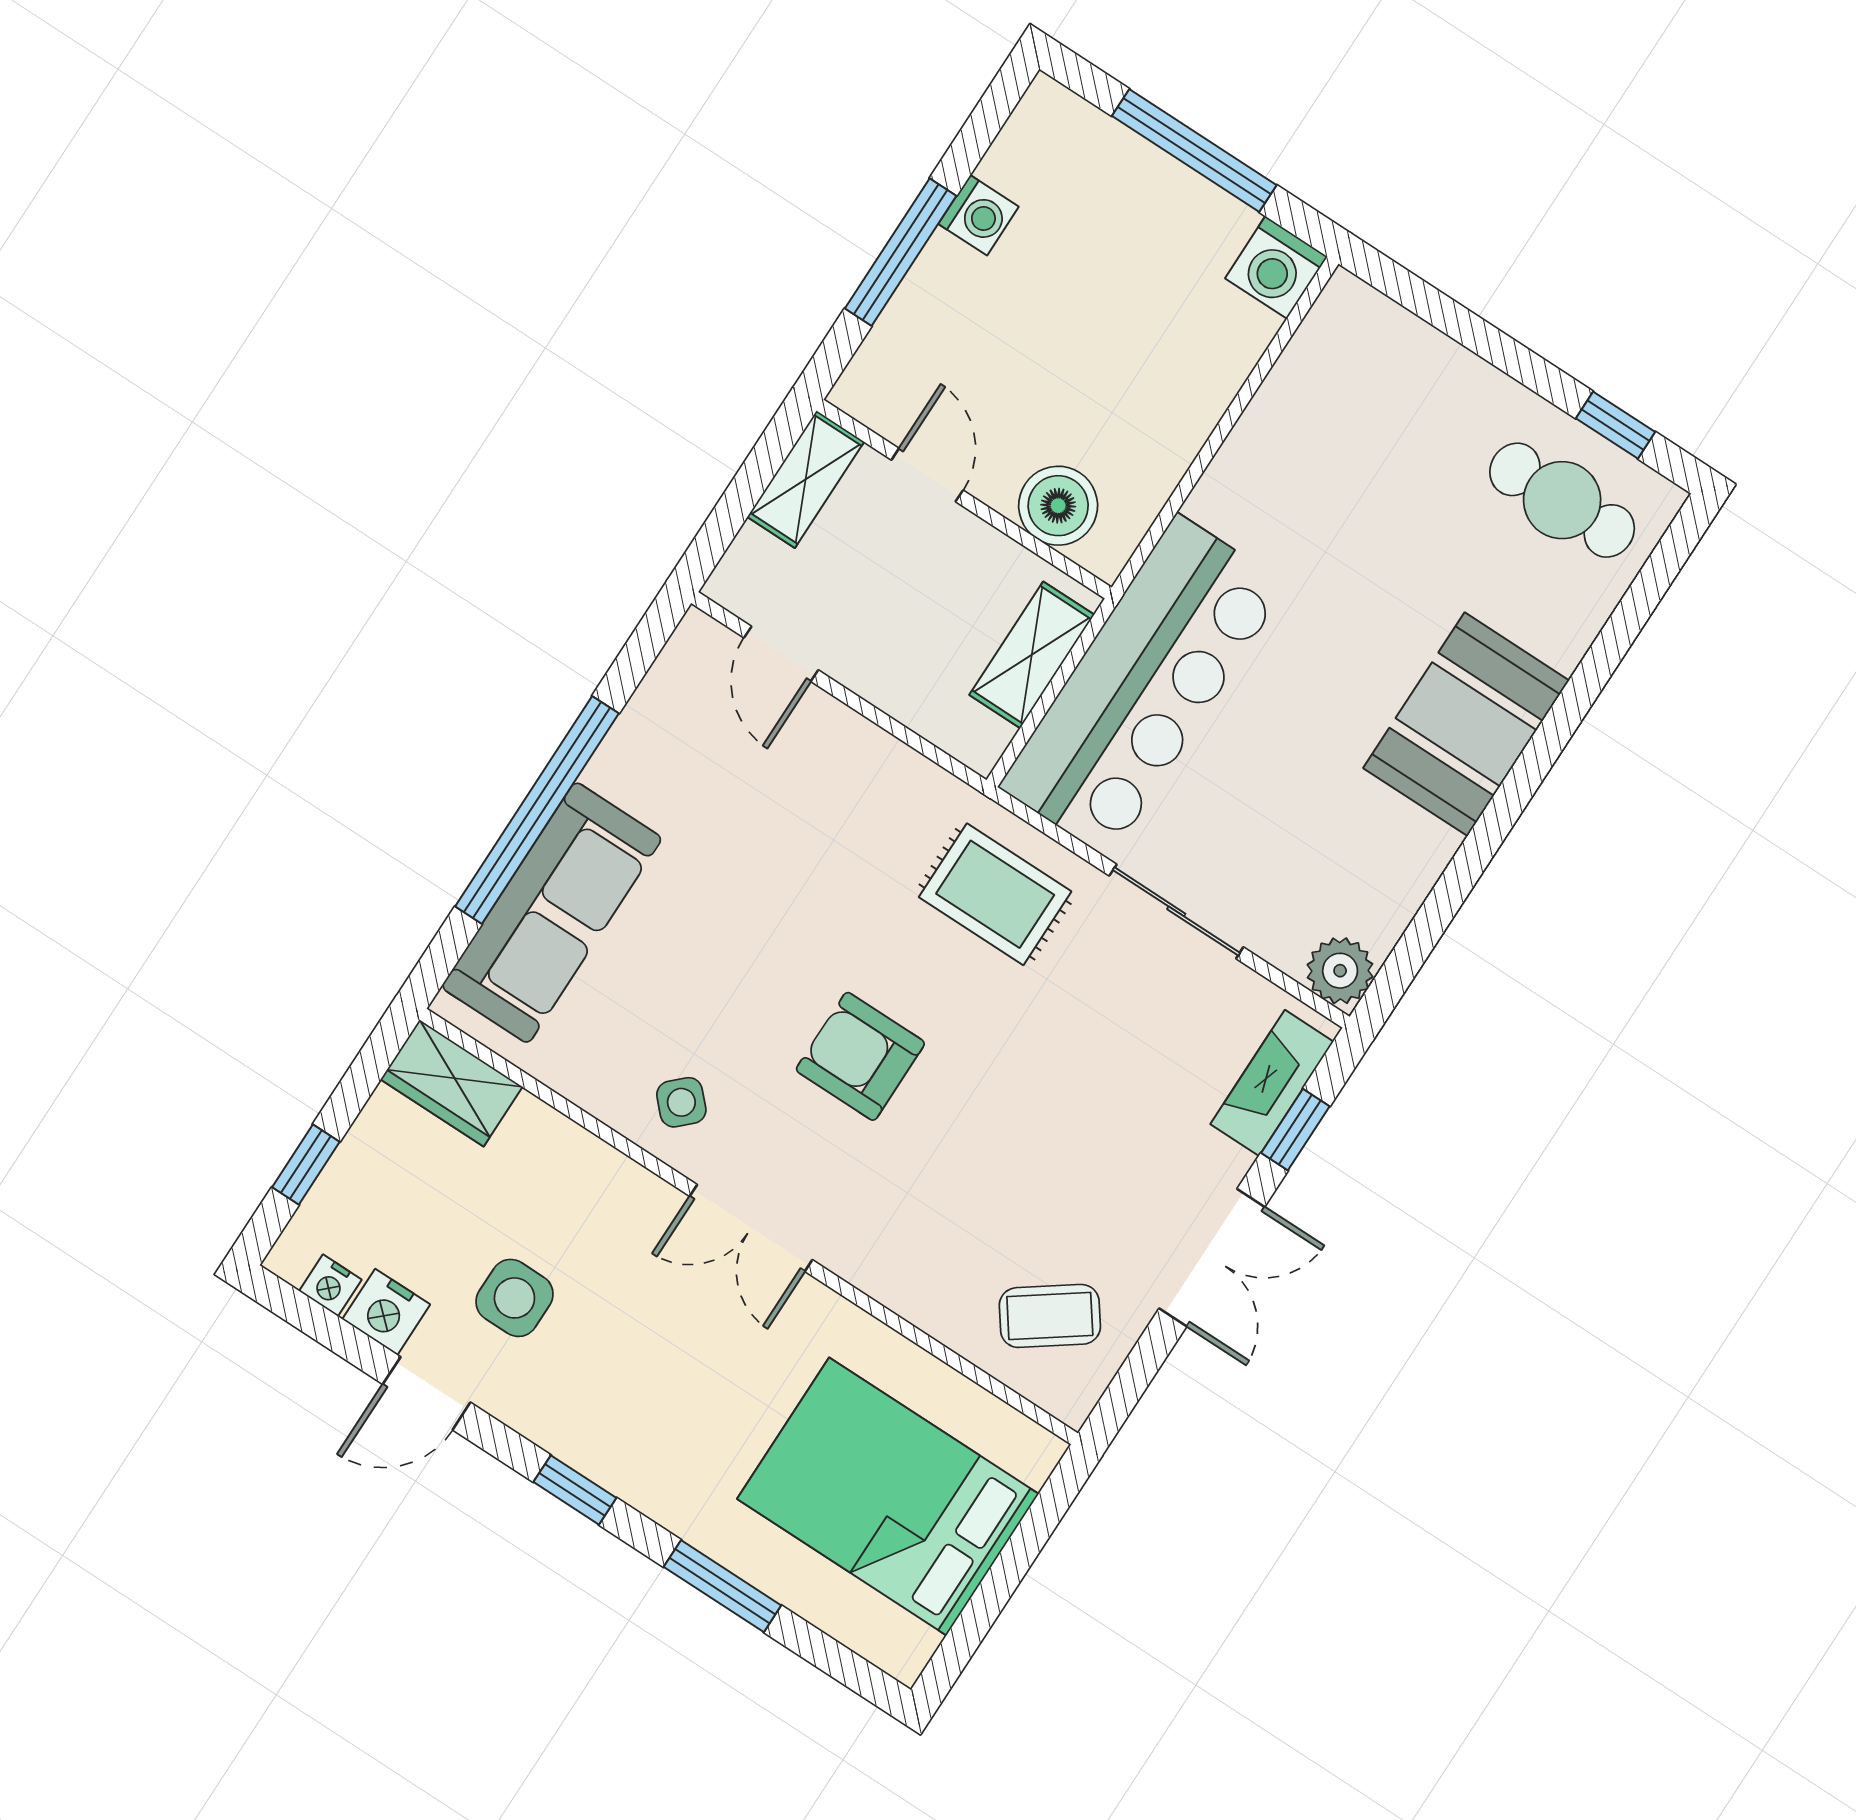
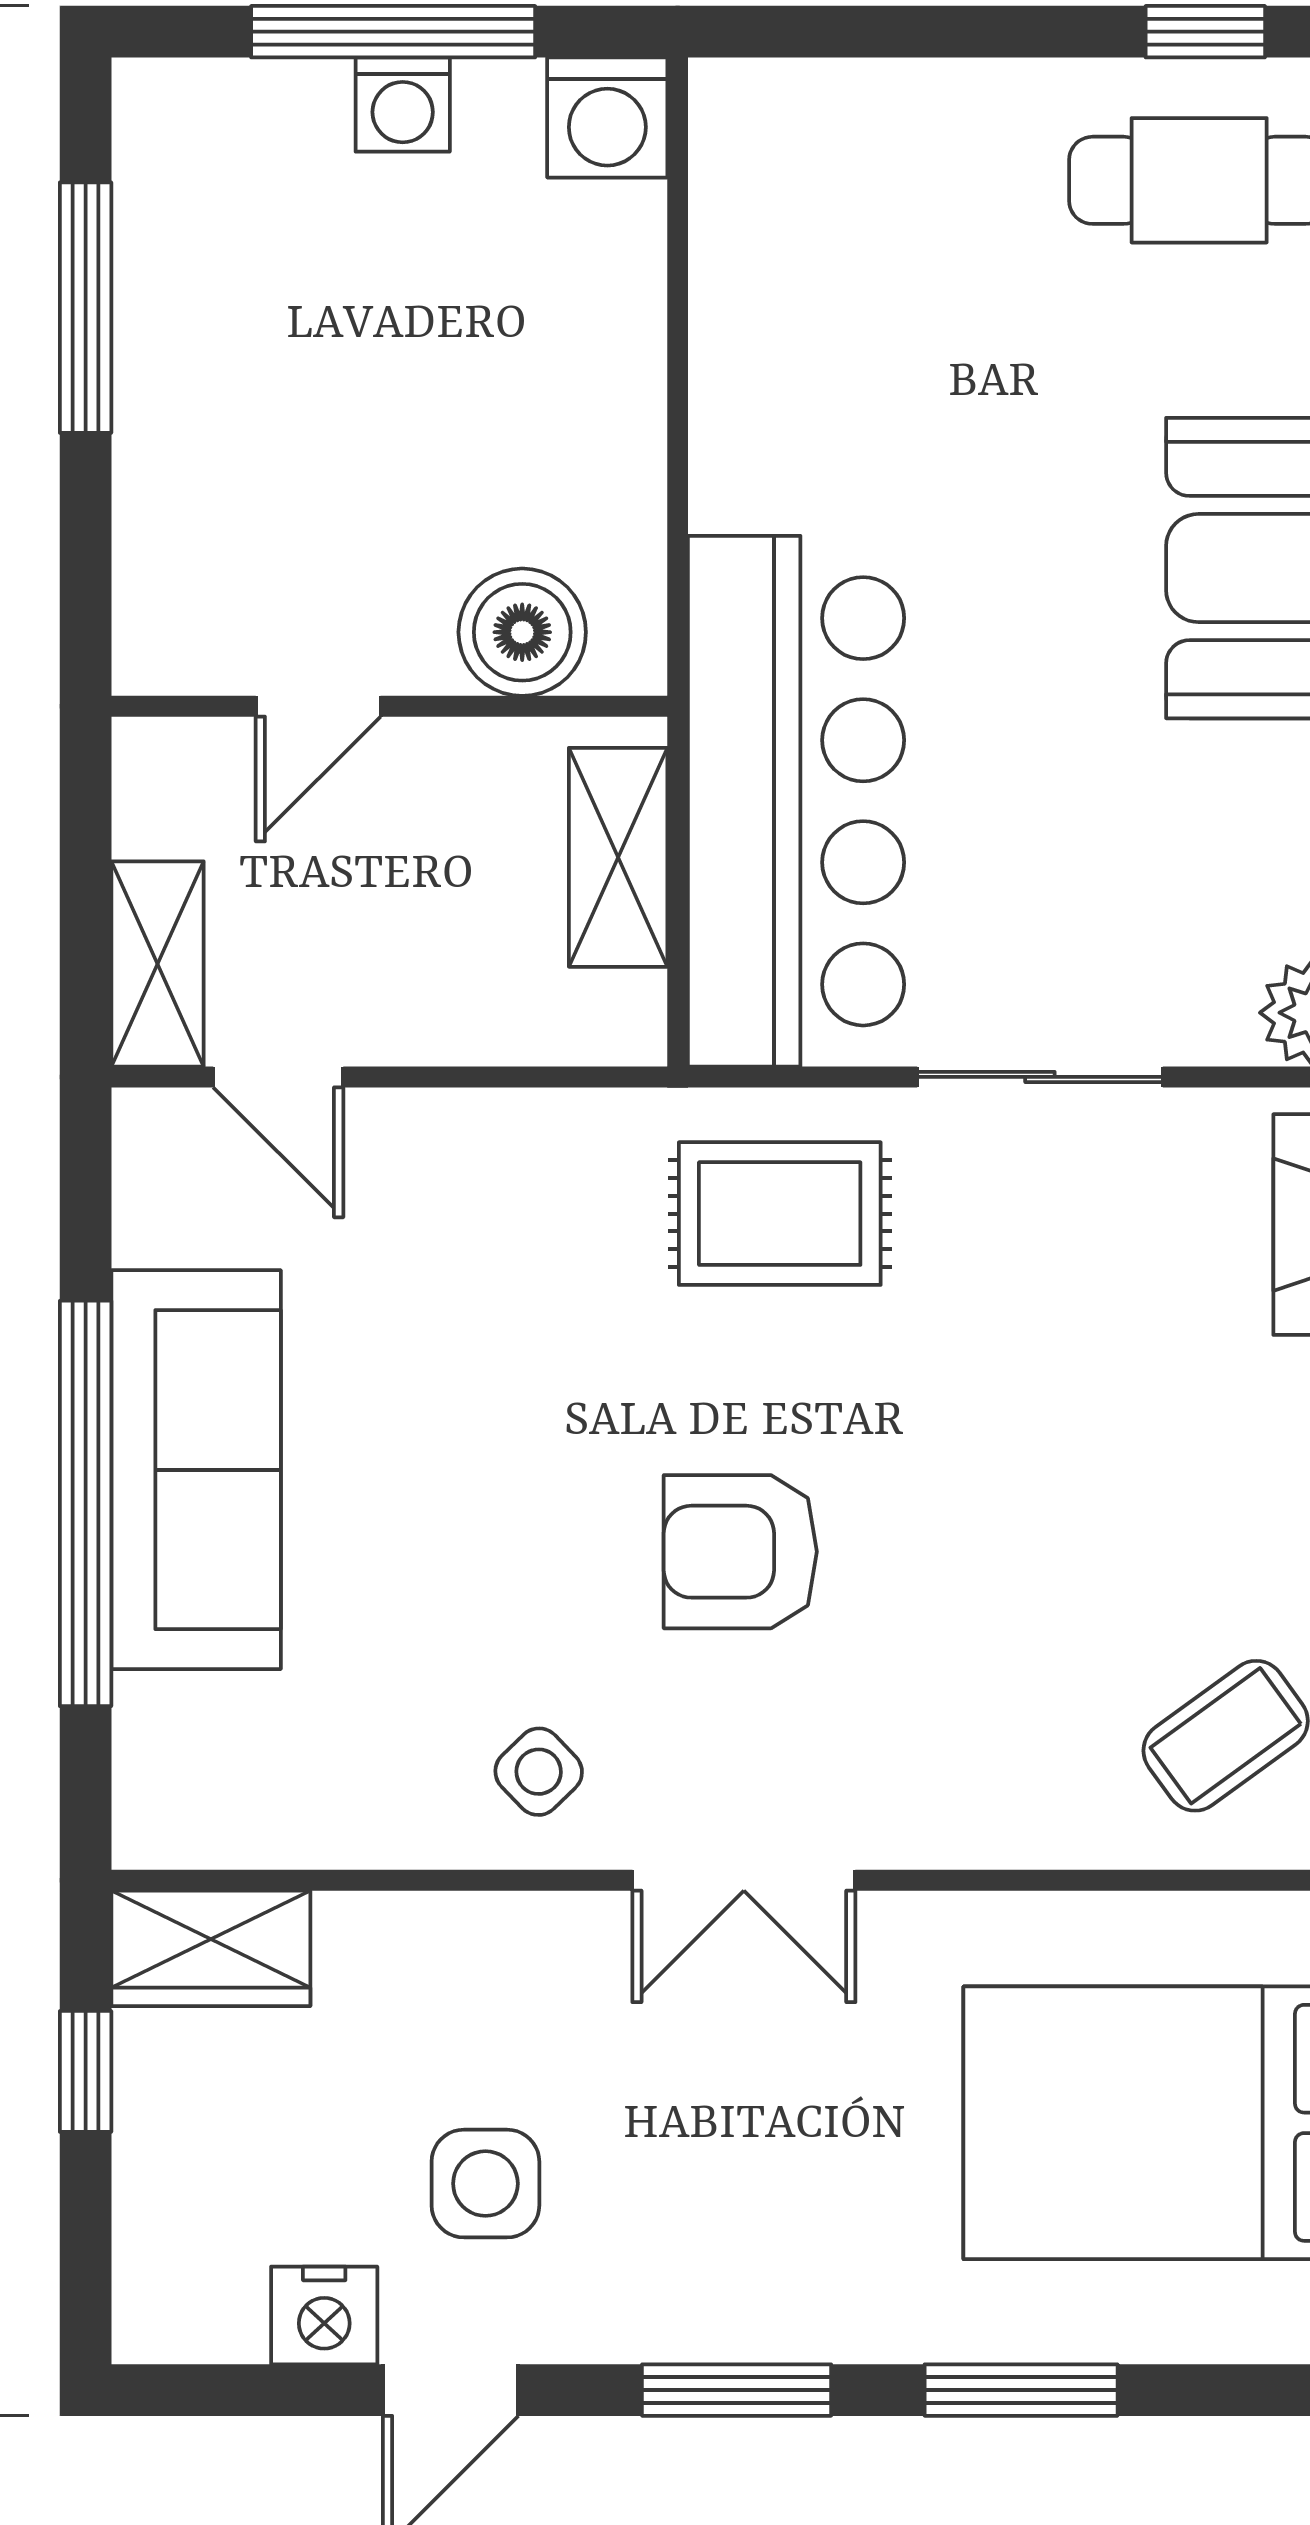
washing machine: (979, 215) -> (403, 105), moved, turned 90
window: (901, 252) -> (86, 308), moved
door: (927, 475) -> (318, 706), swing flipped
shelving: (806, 479) -> (157, 964), moved
sofa: (552, 913) -> (196, 1470), moved
window: (306, 1164) -> (86, 2071), moved
nightstand: (330, 1285) -> (225, 2329), removed
window: (575, 1490) -> (737, 2390), width x1.50

